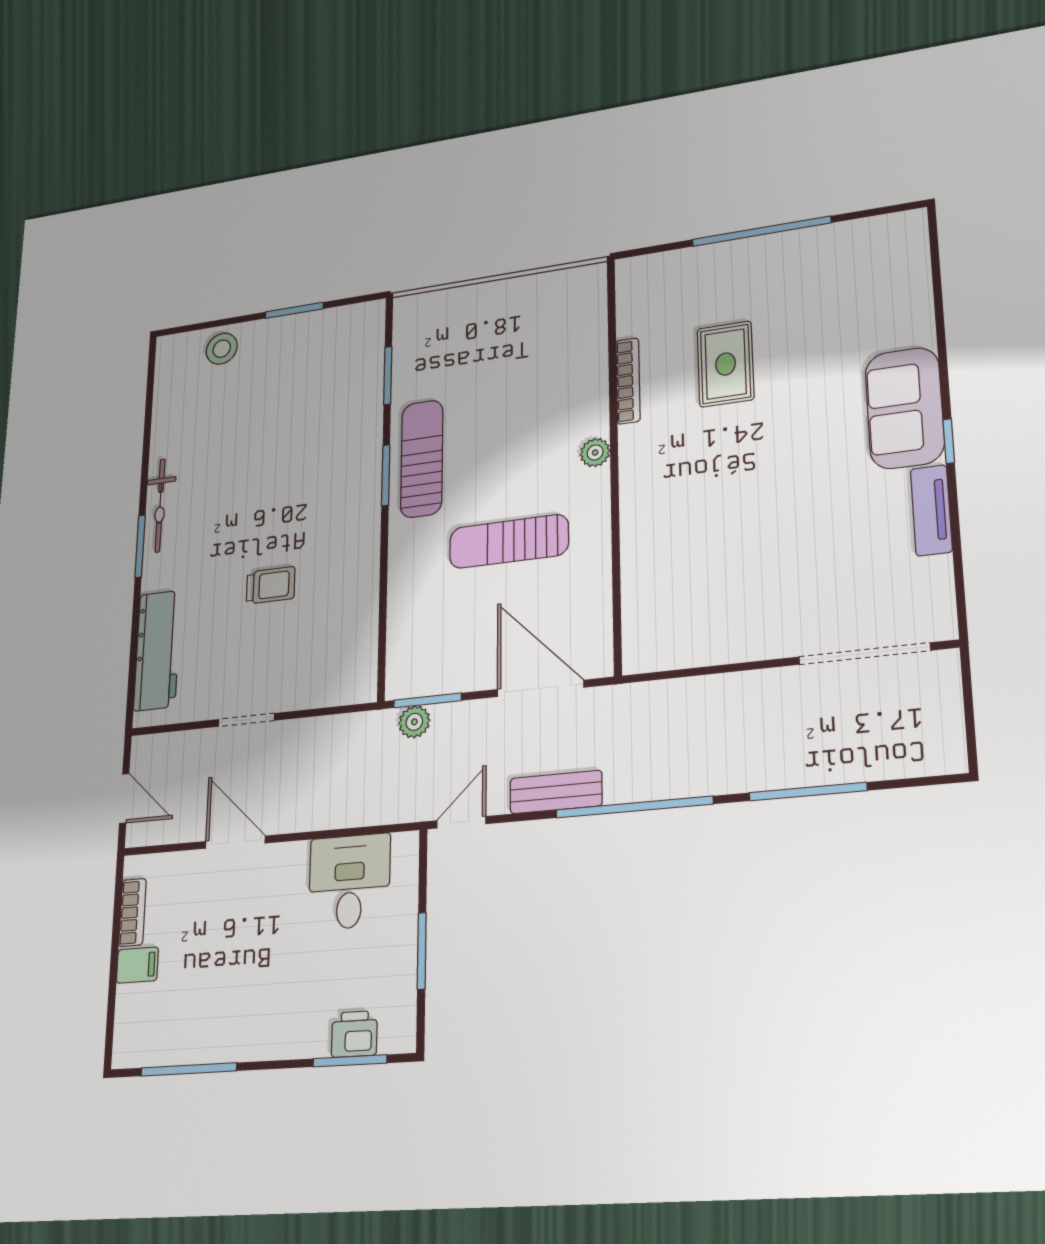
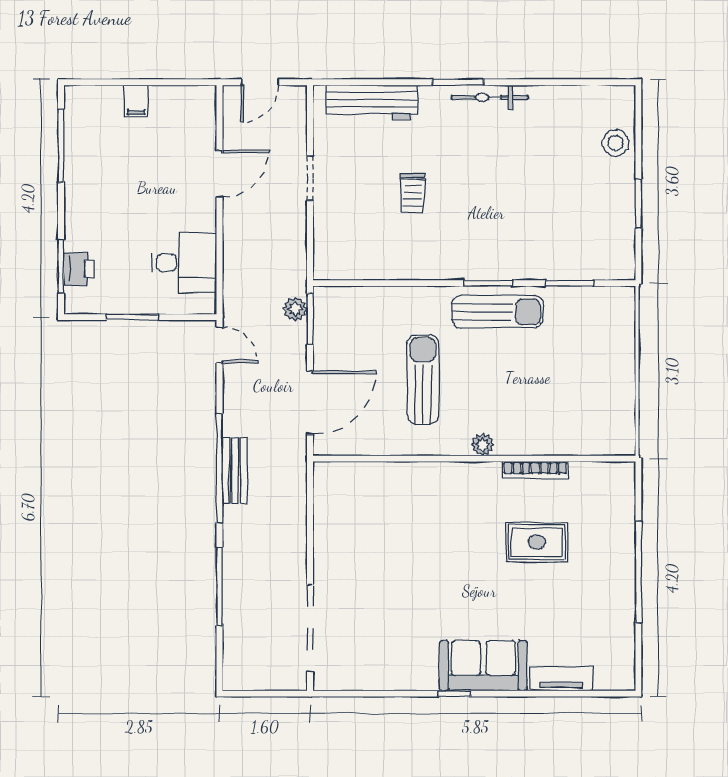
tv unit: (931, 510) -> (561, 679), moved
bench: (556, 792) -> (235, 470), moved
bookcase: (132, 912) -> (174, 95), removed

